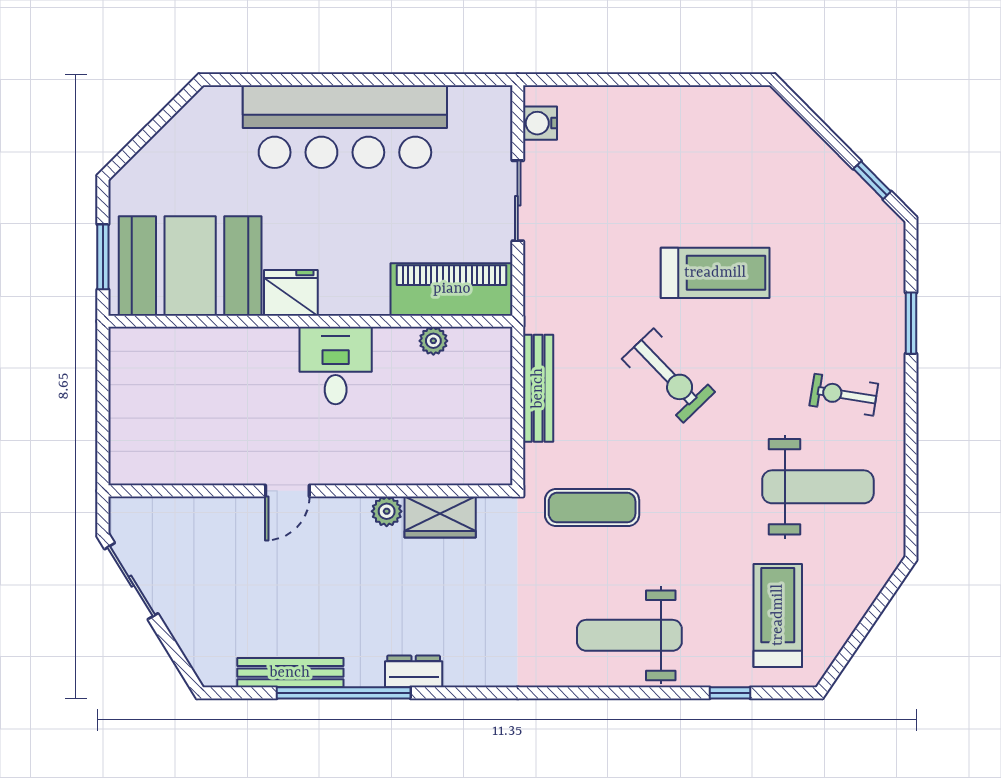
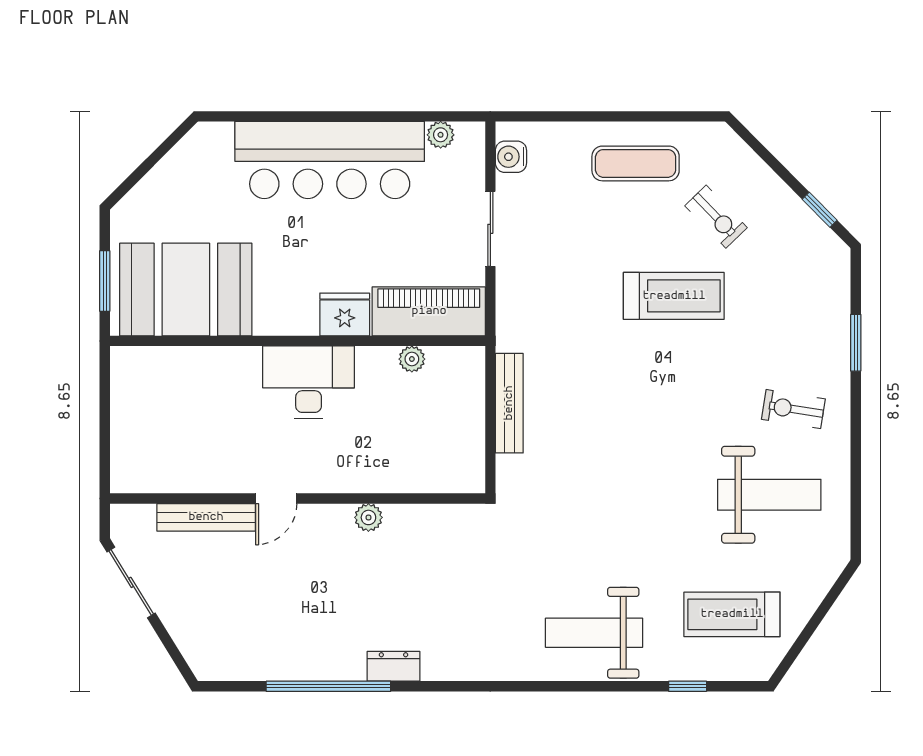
plant: (464, 99) -> (441, 135), added
fridge: (291, 293) -> (345, 314), moved
desk: (336, 366) -> (309, 382), width x1.37
exercise bike: (668, 375) -> (716, 217), moved, width x0.73, depth x0.72
exercise mat: (592, 508) -> (636, 163), moved
wardrobe: (440, 517) -> (418, 523), removed
treadmill: (778, 615) -> (732, 614), turned -90
bench: (290, 673) -> (206, 517), moved

